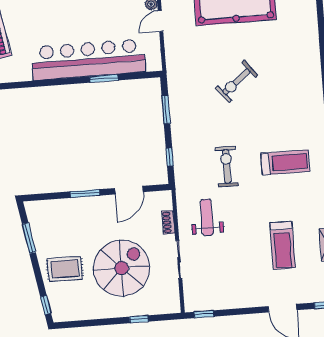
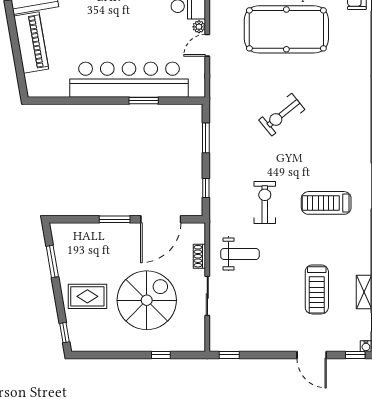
treadmill: (285, 162) -> (326, 203), turned 180
door: (129, 190) -> (161, 219), width x1.36
weight bench: (207, 217) -> (240, 254), turned 90

